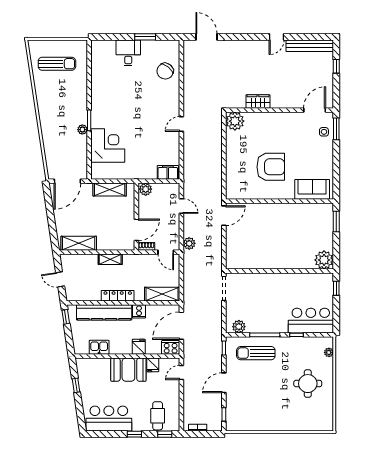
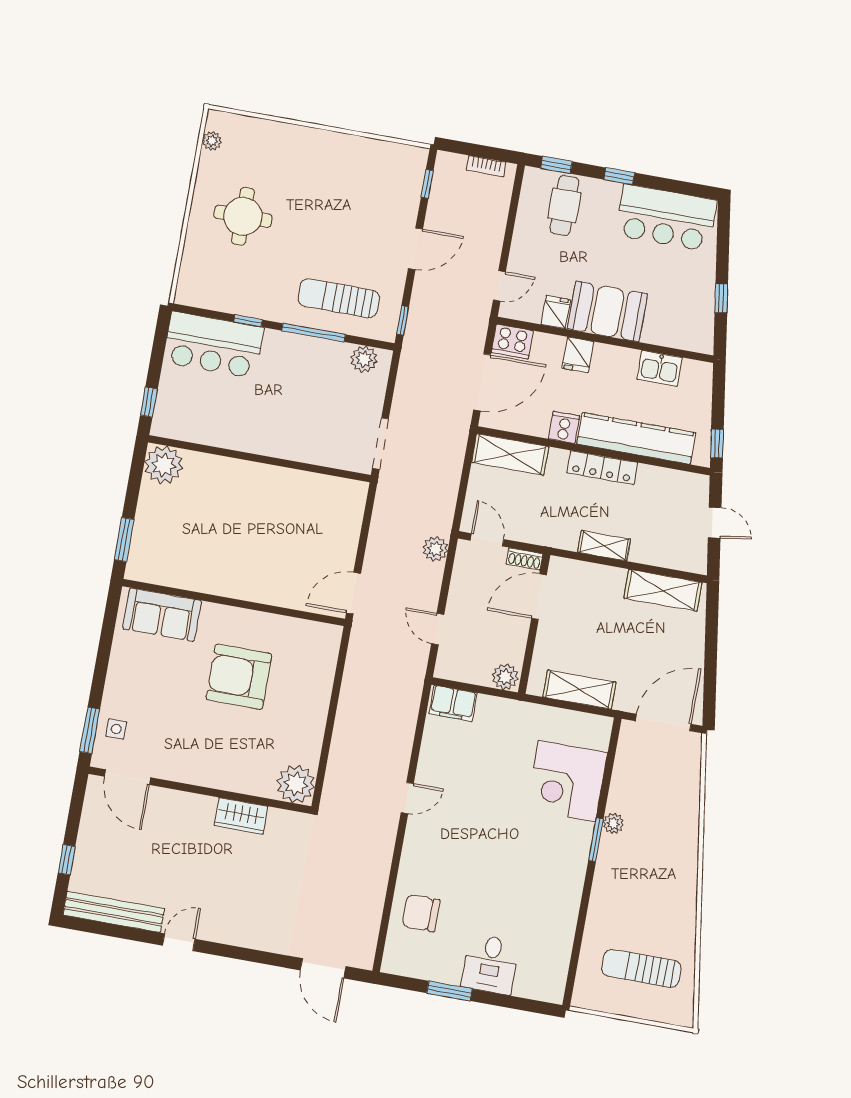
chair: (165, 71) -> (421, 913), turned -129
door: (315, 110) -> (127, 777), hinge flipped
plant: (329, 352) -> (212, 141), moved
sun lounger: (256, 353) -> (339, 298), turned 180

